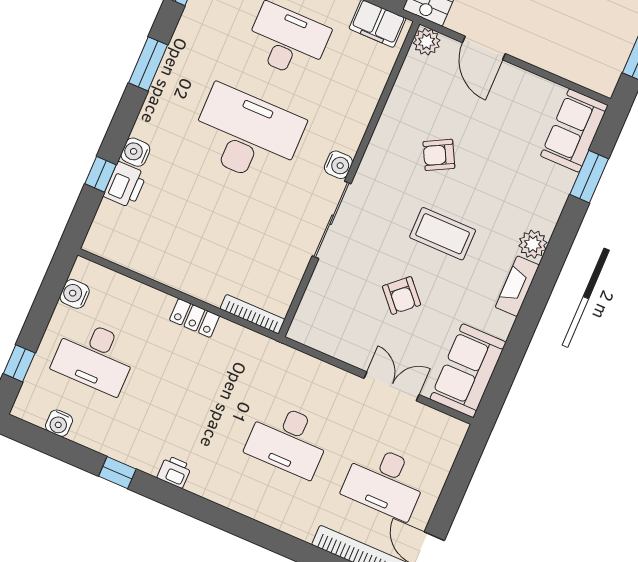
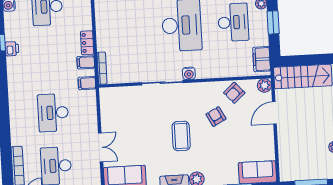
armchair: (402, 295) -> (234, 93), moved
filing cabinet: (228, 338) -> (86, 62), added
filing cabinet: (266, 354) -> (87, 83), added
printer: (174, 472) -> (12, 49), moved

